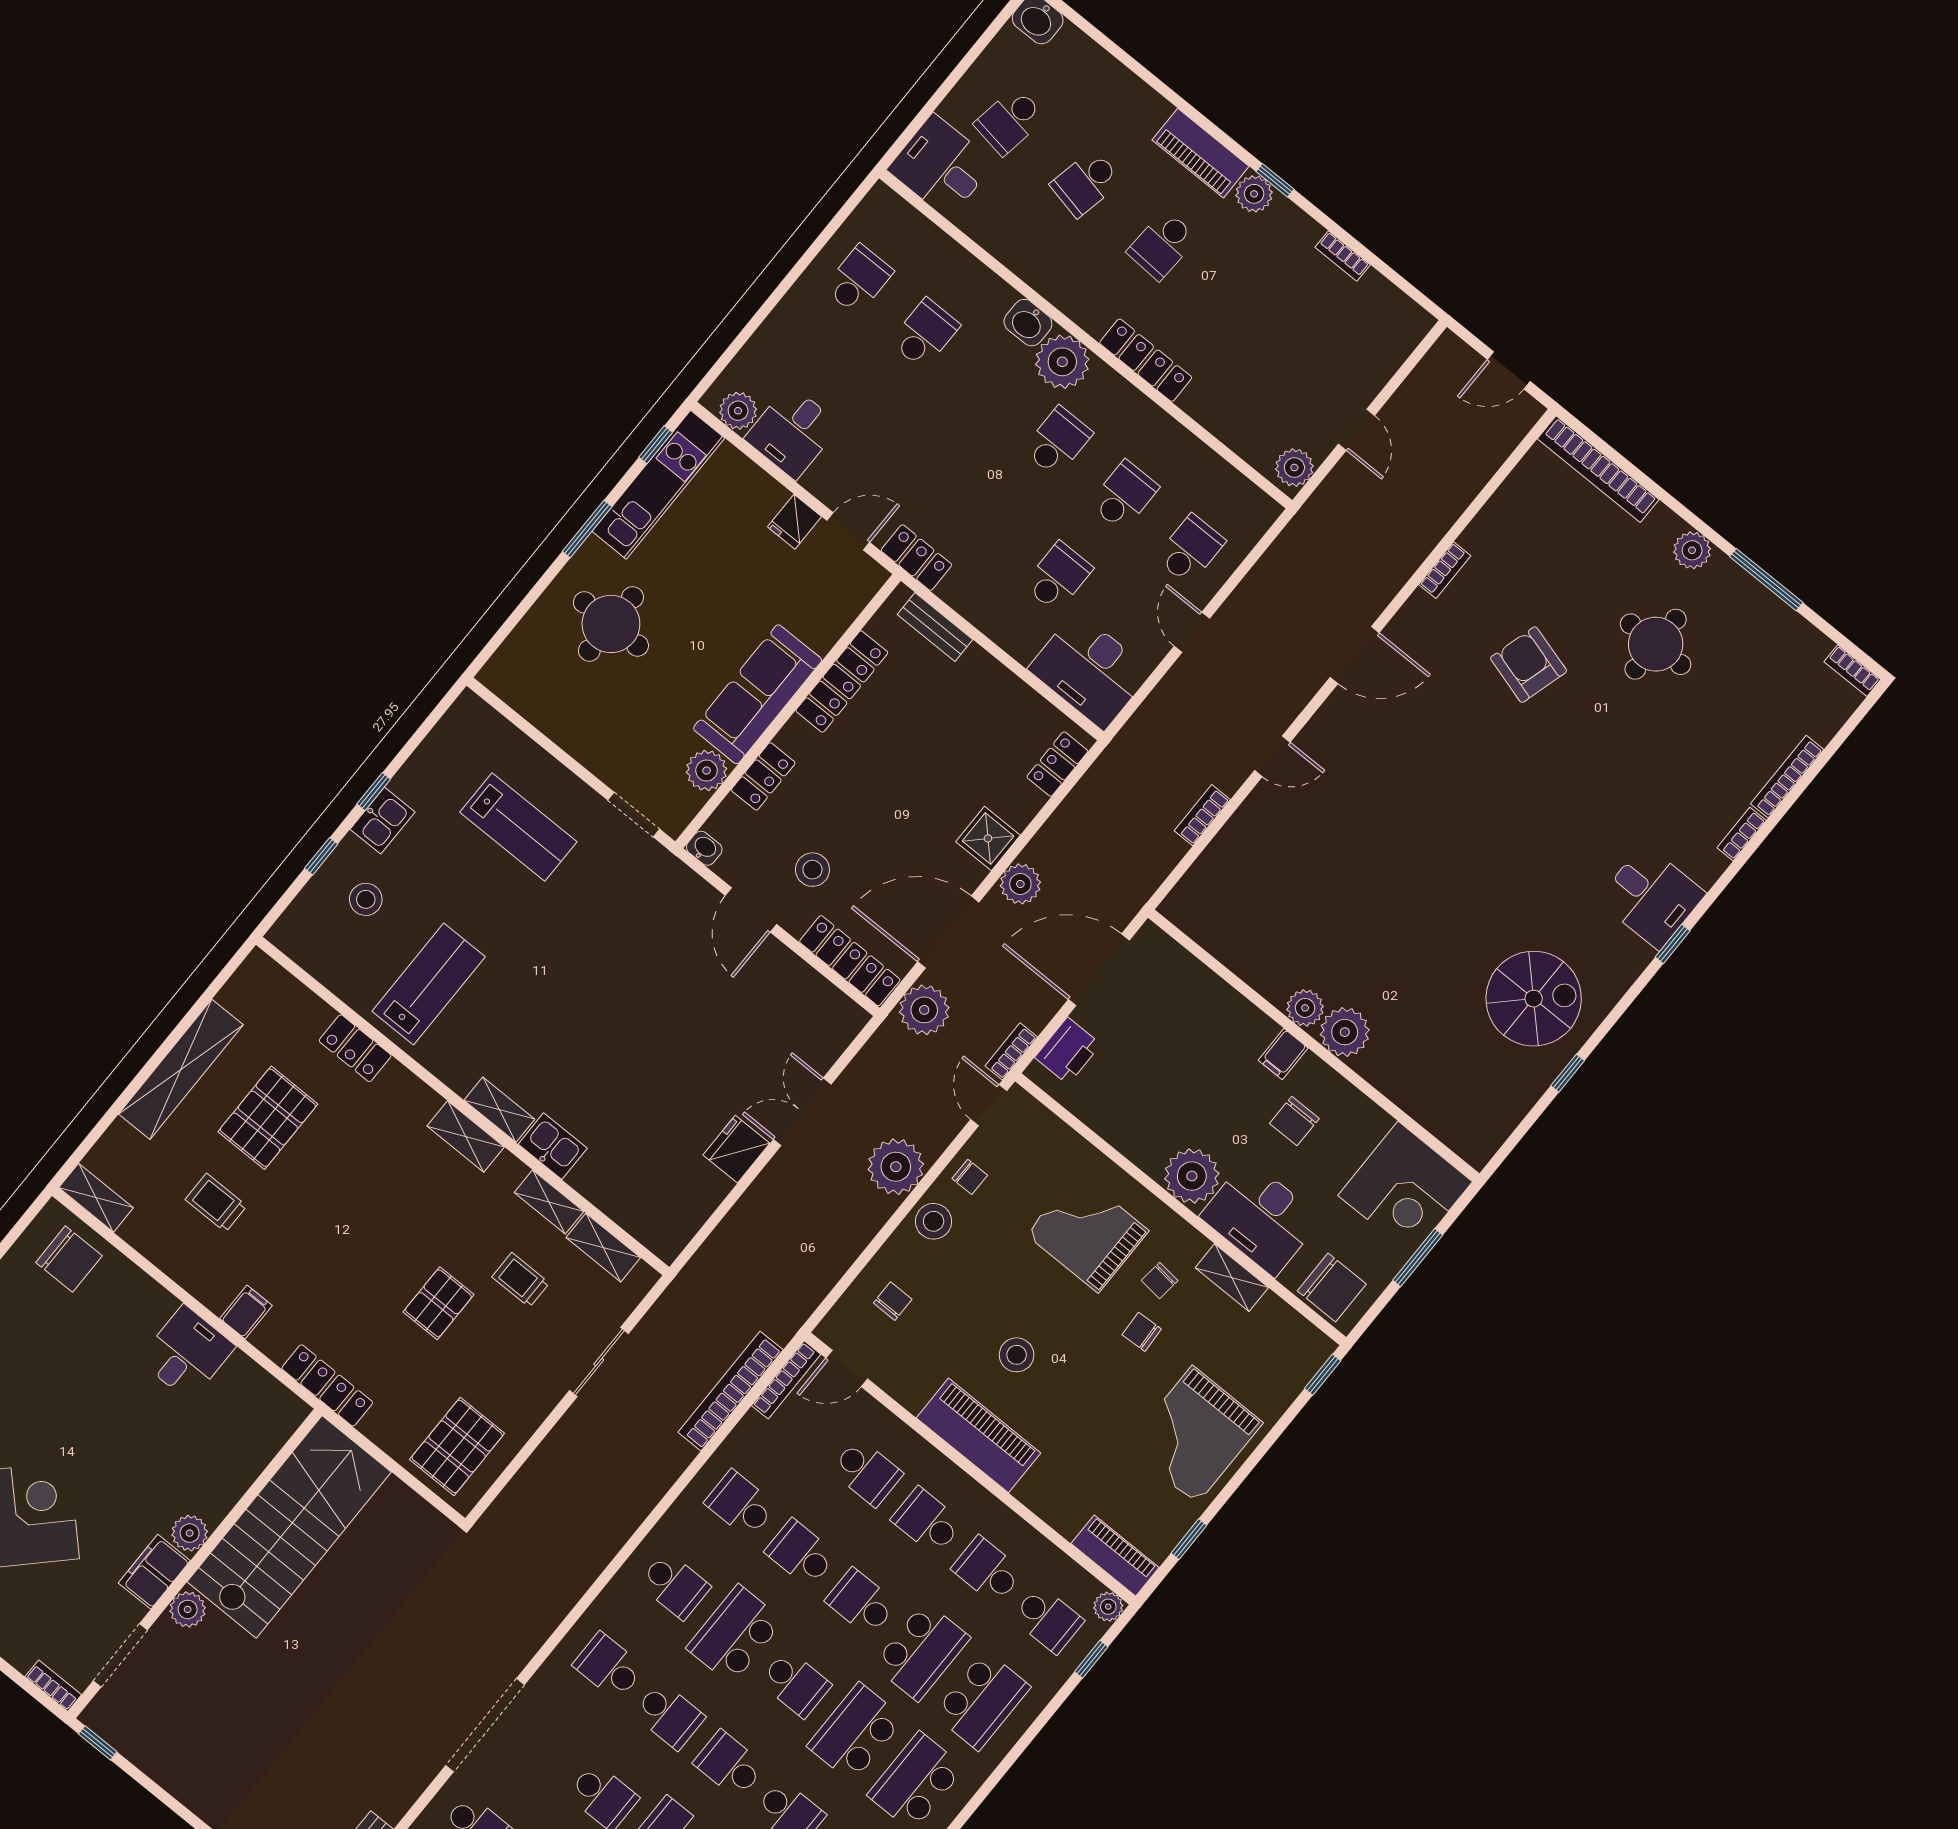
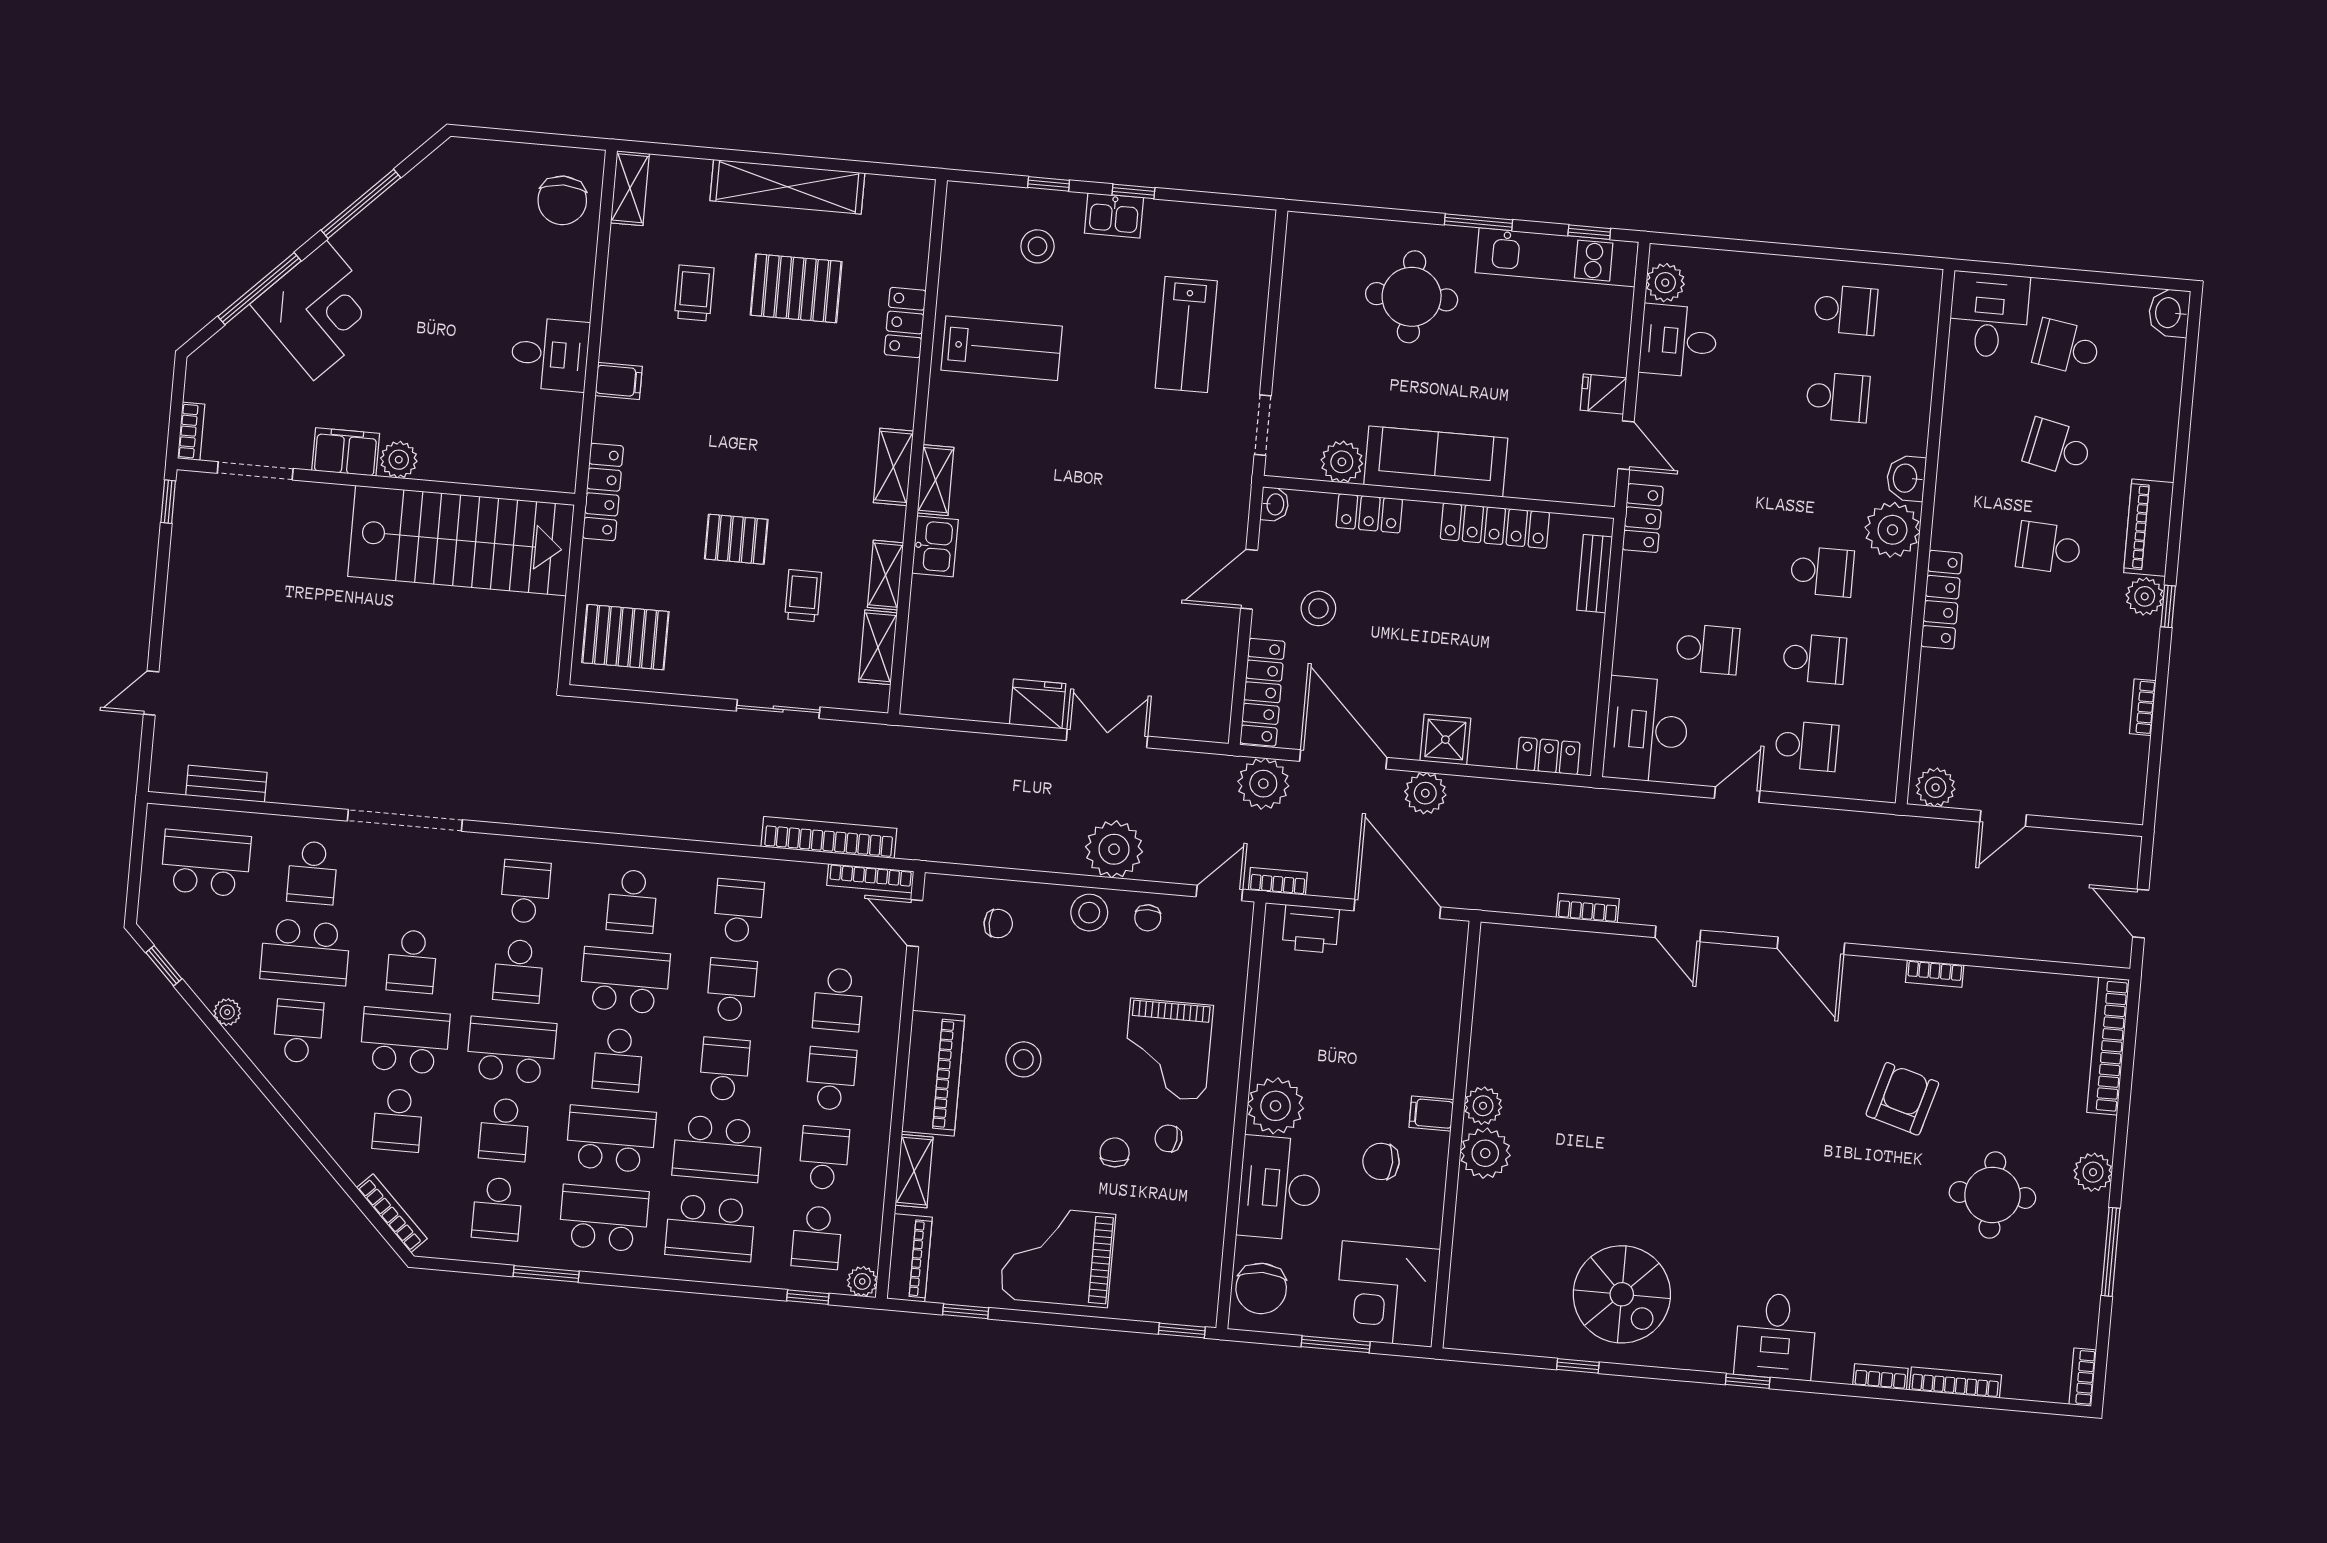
grand piano: (1087, 1233) -> (1168, 1050), turned 180
shelving: (1232, 1278) -> (914, 1171), moved
plant: (188, 1609) -> (333, 502), removed
school desk: (729, 1765) -> (511, 1050), width x1.85

